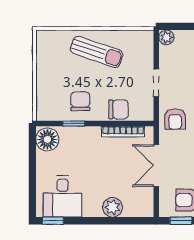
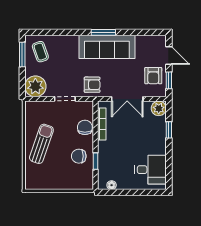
plant: (166, 37) -> (35, 86), width x1.88, depth x1.88
floor lamp: (47, 139) -> (112, 185), width x0.53, depth x0.53
plant: (113, 207) -> (159, 108), moved
window: (53, 221) -> (169, 130), moved

